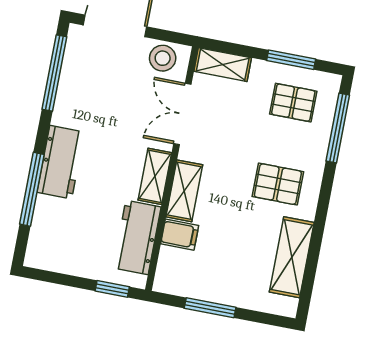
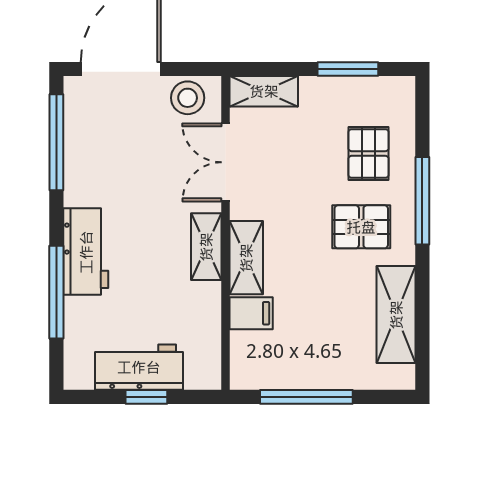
pallet: (293, 103) -> (369, 154), moved, turned 90
window: (338, 128) -> (422, 201), moved
workbench: (137, 237) -> (139, 367), moved, turned 90
window: (112, 289) -> (146, 397), moved
window: (210, 308) -> (306, 397), width x1.44

